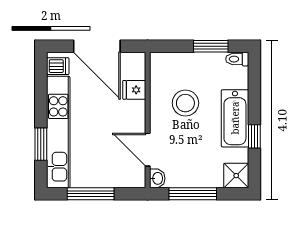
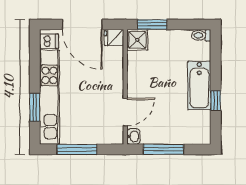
window: (211, 46) -> (152, 24), moved
fridge: (134, 90) -> (114, 37), moved
stool: (185, 103) -> (157, 73), removed
door: (148, 150) -> (125, 112), swing flipped
shower: (236, 176) -> (137, 40), moved

